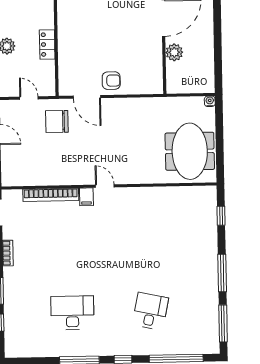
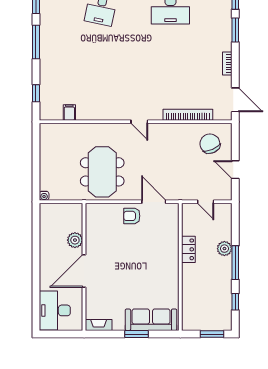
chair: (57, 121) -> (210, 144), moved, turned -113
meeting table: (190, 151) -> (102, 172), moved
filing cabinet: (86, 197) -> (69, 113), moved

